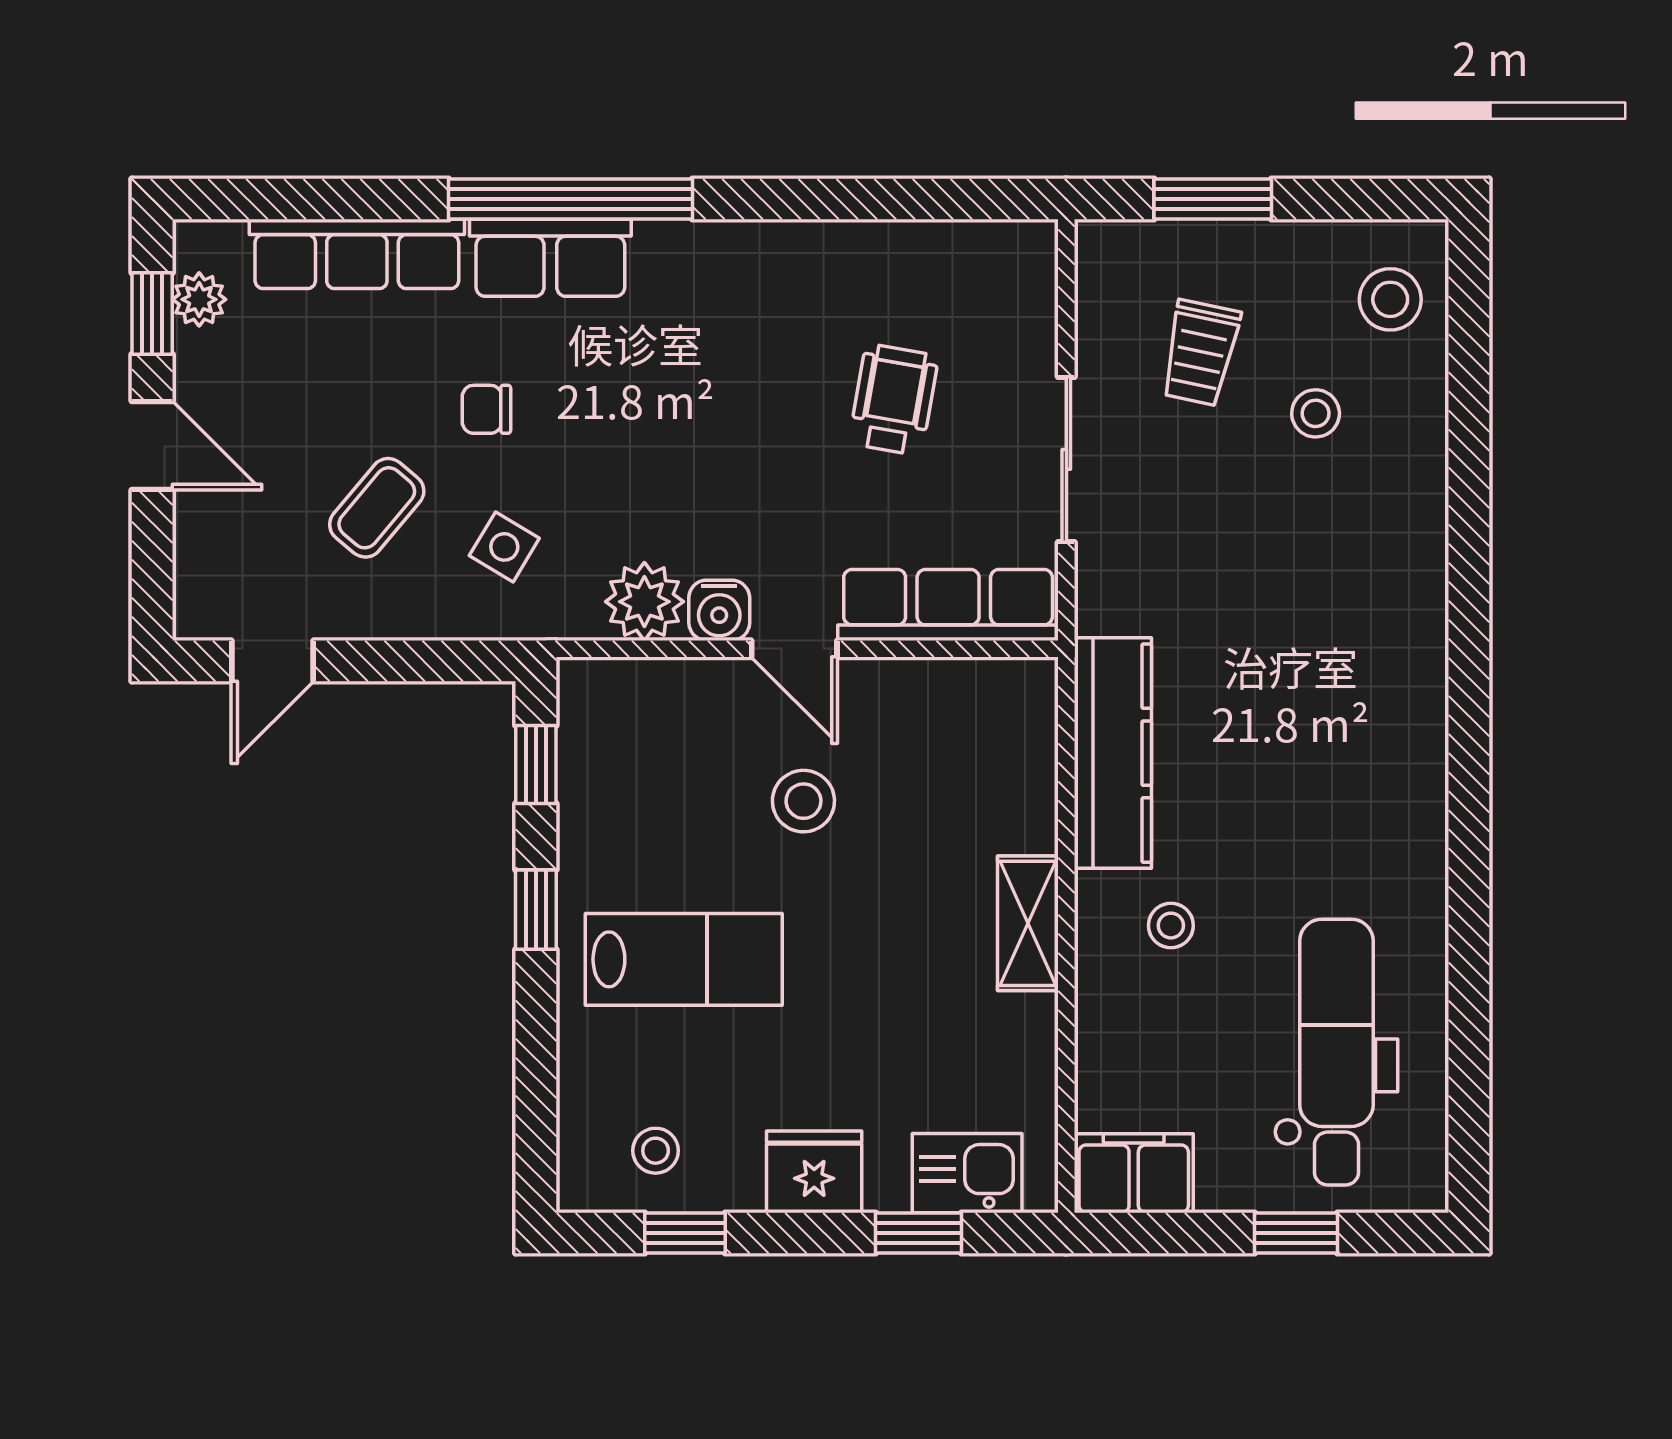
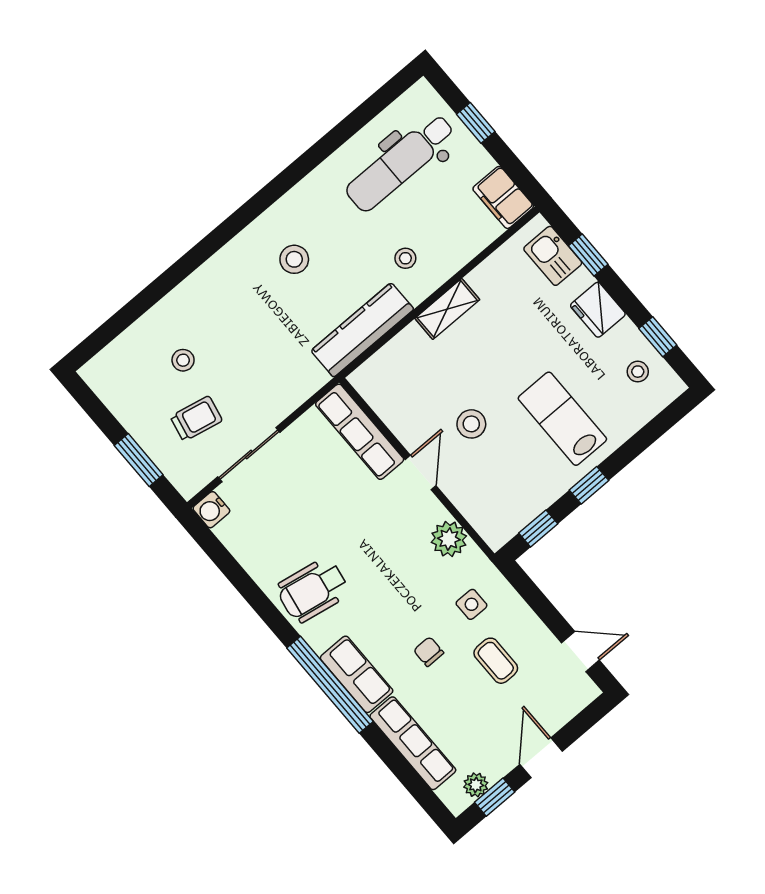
stool: (1390, 299) -> (294, 259), moved
wheelchair: (894, 400) -> (313, 590), moved, width x1.36, depth x1.37
chair: (486, 409) -> (429, 652), turned 180
sliding door: (1066, 459) -> (249, 455), moved
coffee table: (377, 508) -> (496, 661), turned 50
side table: (504, 547) -> (471, 604), turned -31
water cooler: (719, 610) -> (211, 510), moved, turned 180

